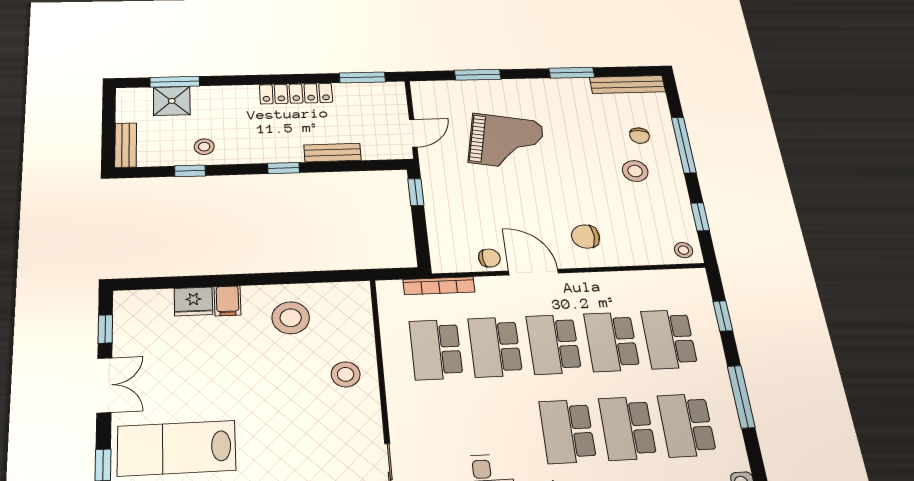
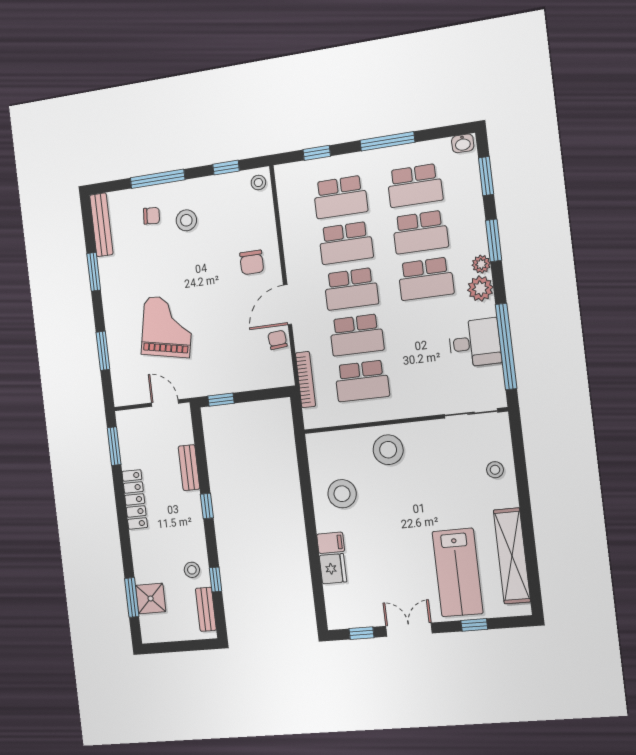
bench: (126, 145) -> (206, 609), moved, turned 90
stool: (346, 374) -> (388, 450), width x1.38, depth x1.38

